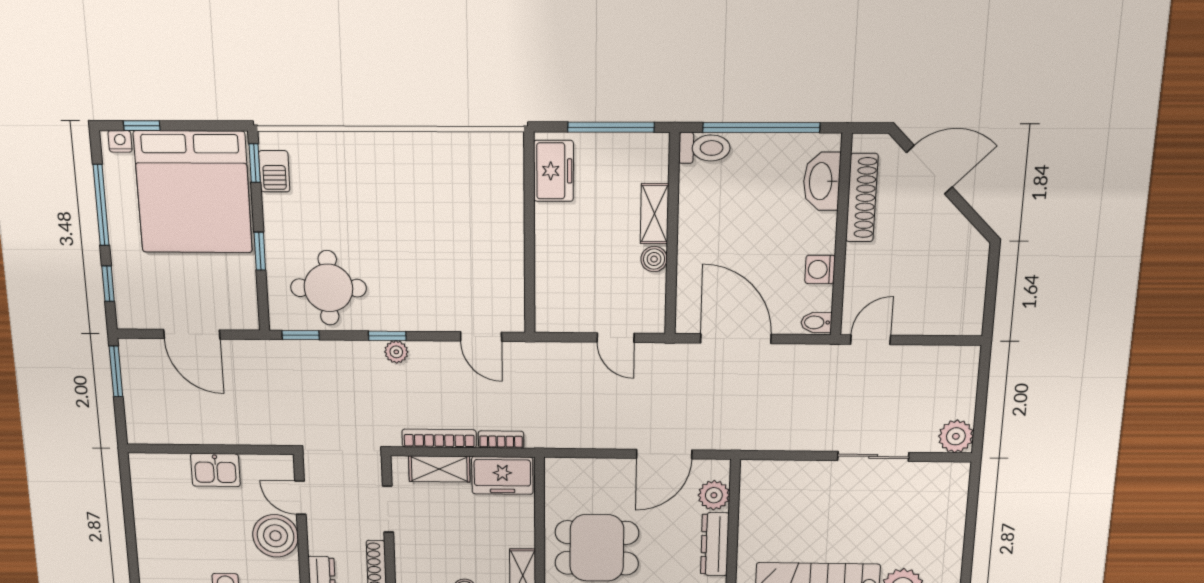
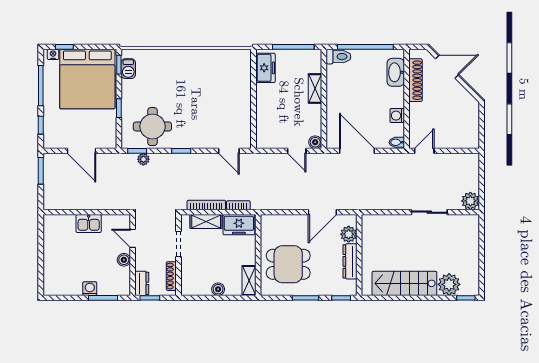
boiler: (654, 259) -> (315, 142), moved
plant: (396, 352) -> (143, 159), moved
boiler: (275, 536) -> (124, 260), width x0.54, depth x0.54

